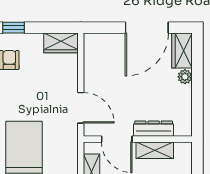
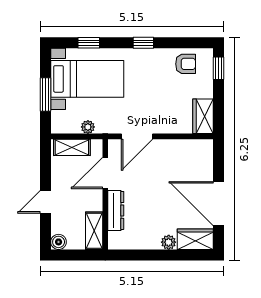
shelving: (155, 150) -> (94, 231), moved
plant: (71, 156) -> (88, 127), added

